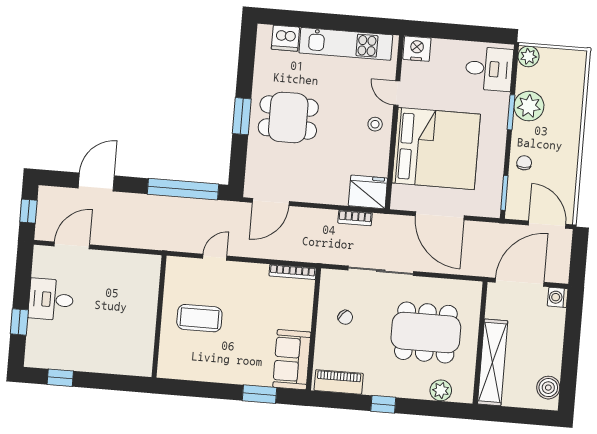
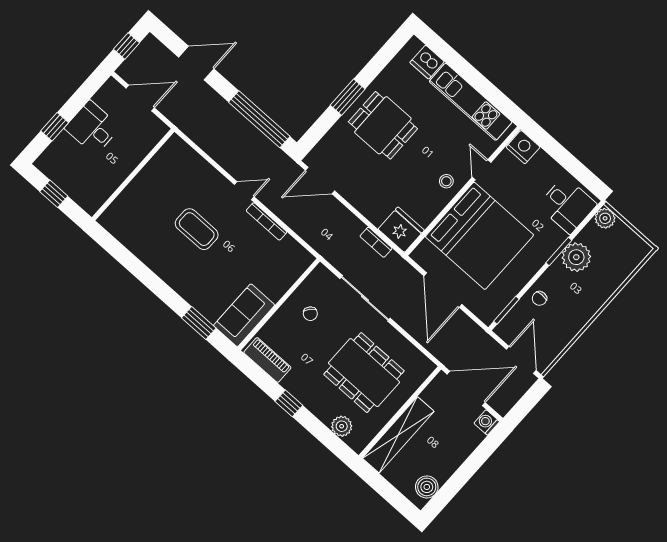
chair: (524, 163) -> (539, 298), turned 180
bookcase: (293, 272) -> (266, 221), moved
wall: (159, 316) -> (133, 175), moved

